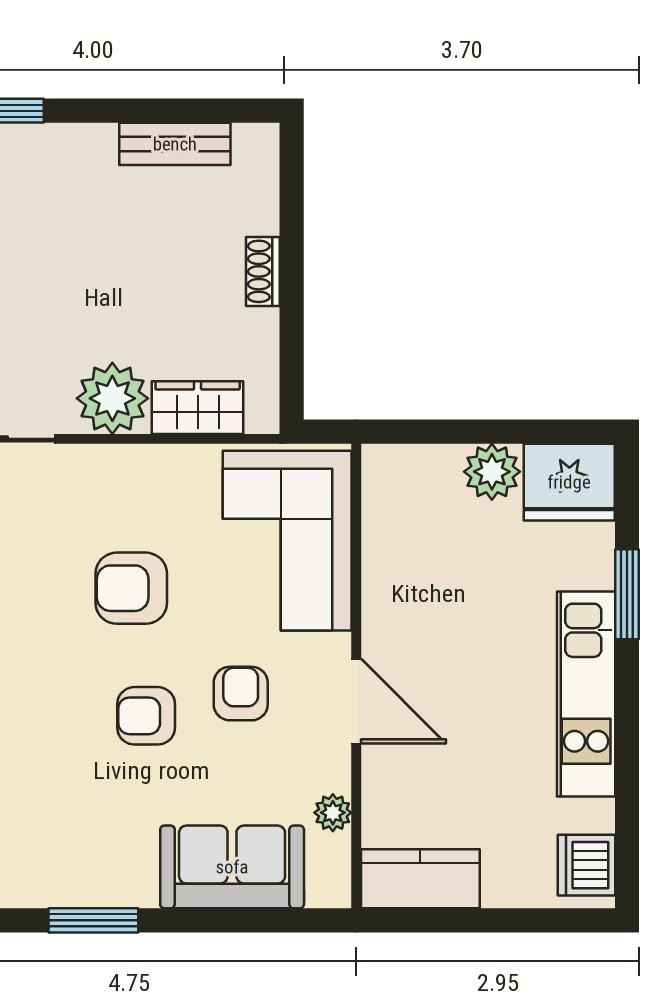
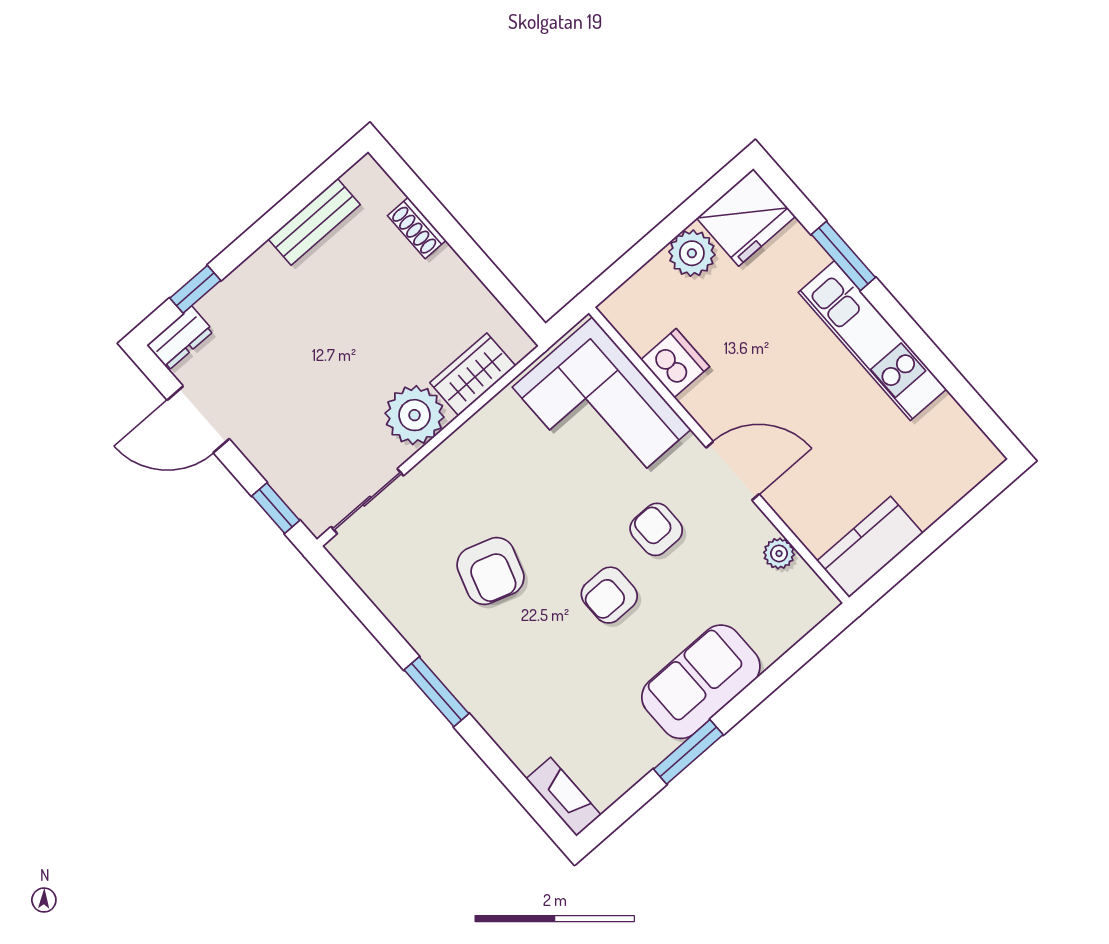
shoe rack: (263, 271) -> (417, 228), moved
armchair: (131, 588) -> (490, 571), moved, turned -72
dishwasher: (586, 865) -> (675, 363), moved, turned 180
sofa: (232, 867) -> (701, 682), moved

